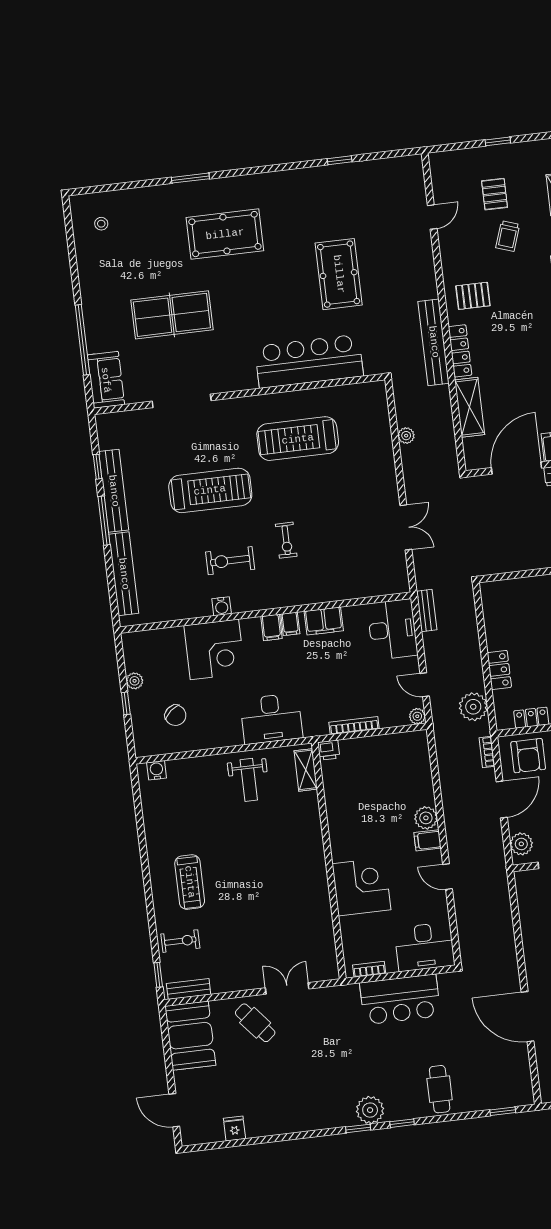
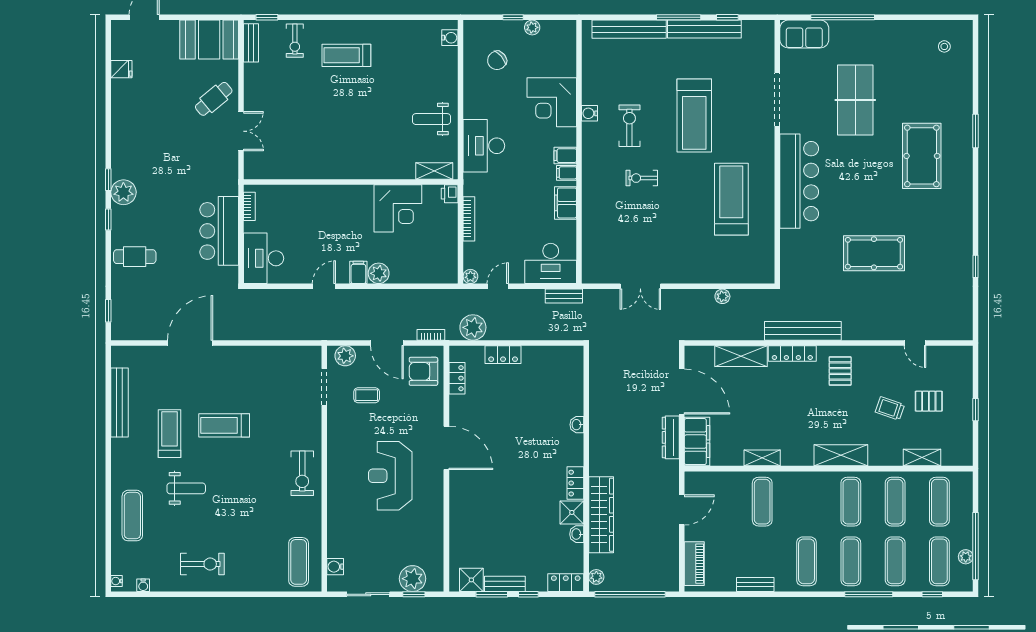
bar counter: (309, 361) -> (799, 181), moved
corner desk: (361, 887) -> (398, 208), moved

